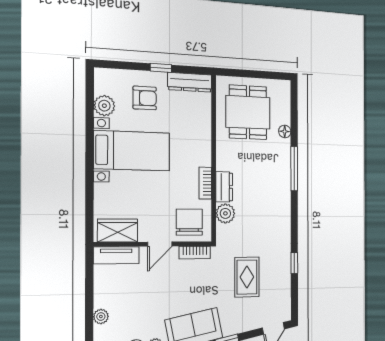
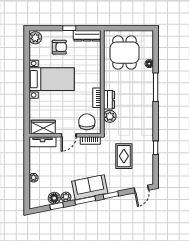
plant: (104, 106) -> (35, 38), moved

